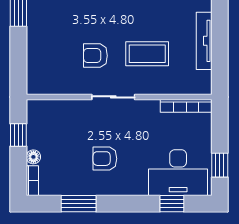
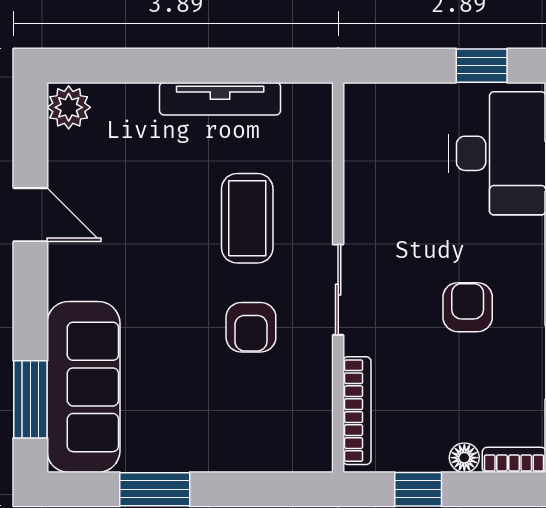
bookcase: (186, 106) -> (357, 411), moved
armchair: (105, 159) -> (468, 307), turned 180

